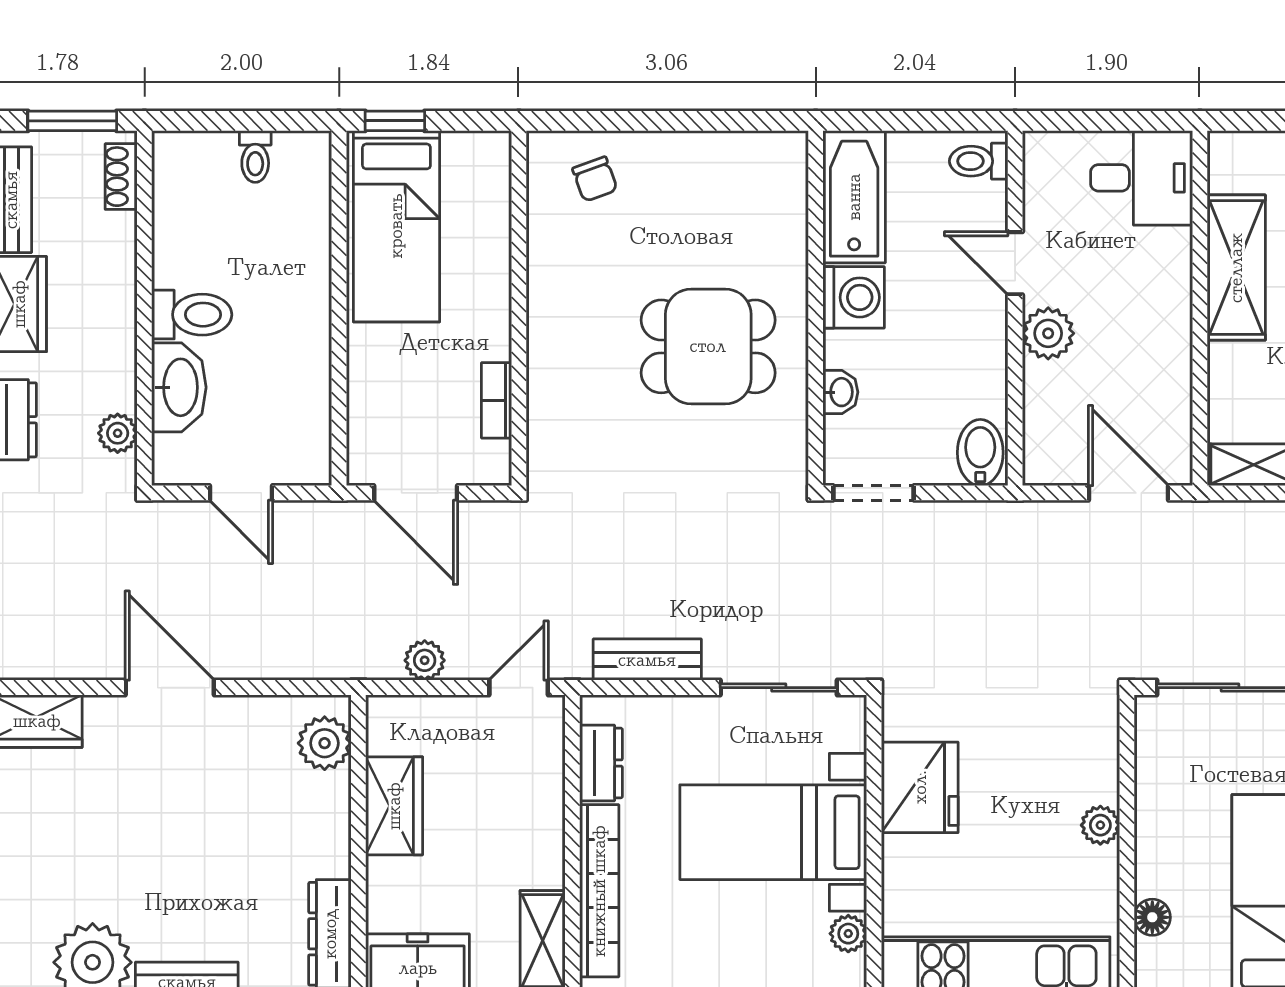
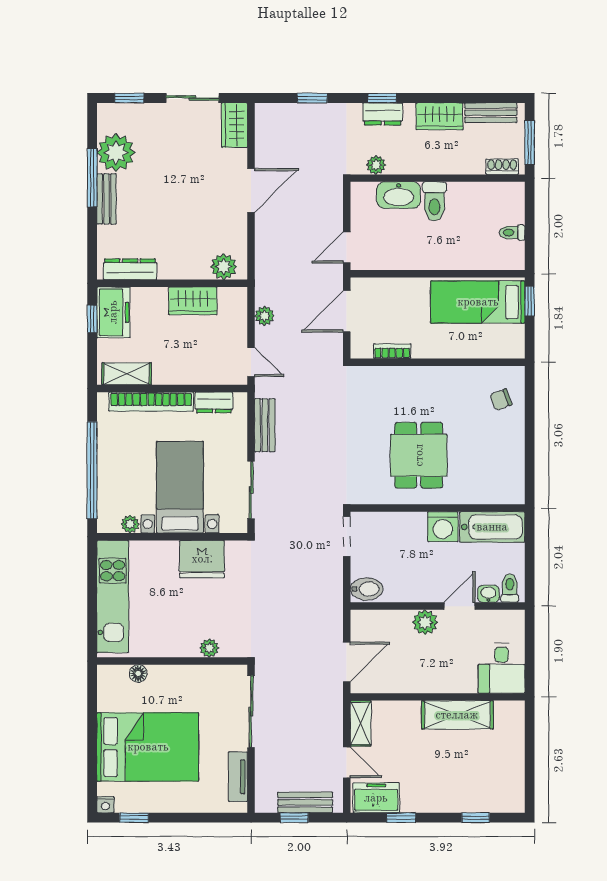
washbasin: (840, 392) -> (488, 594), moved, turned 180
door: (241, 493) -> (347, 247), moved
plant: (1100, 825) -> (209, 648), moved

